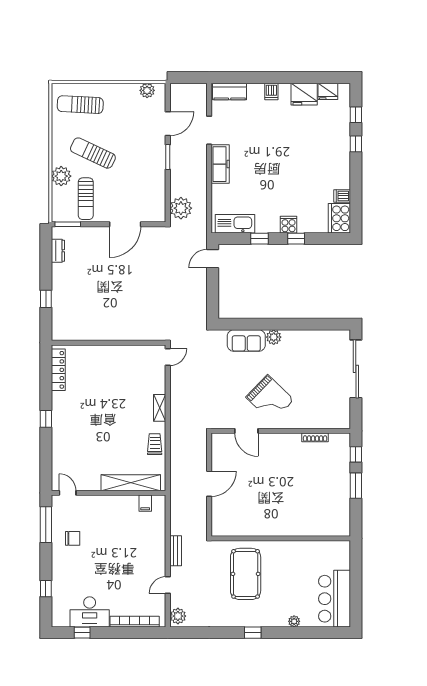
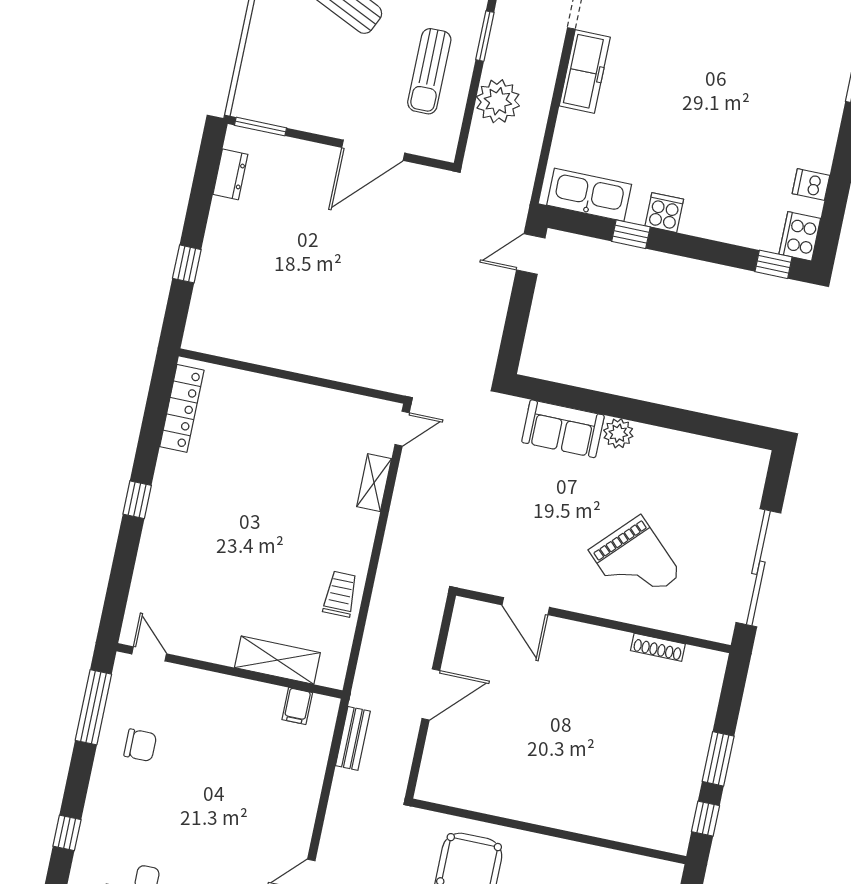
plant: (61, 176) -> (268, 29), removed
sun lounger: (86, 199) -> (429, 71), moved
plant: (181, 208) -> (498, 101), moved
cooker: (339, 218) -> (800, 236), width x0.73, depth x0.76
cooker: (289, 225) -> (664, 213), moved
window: (296, 239) -> (774, 264), moved
sliding door: (356, 369) -> (758, 568), moved
grand piano: (270, 398) -> (635, 562), moved
shelving: (160, 408) -> (374, 483), moved
window: (356, 454) -> (705, 819), moved
shelving: (131, 483) -> (277, 660), width x0.68
bench: (176, 551) -> (353, 738), moved

